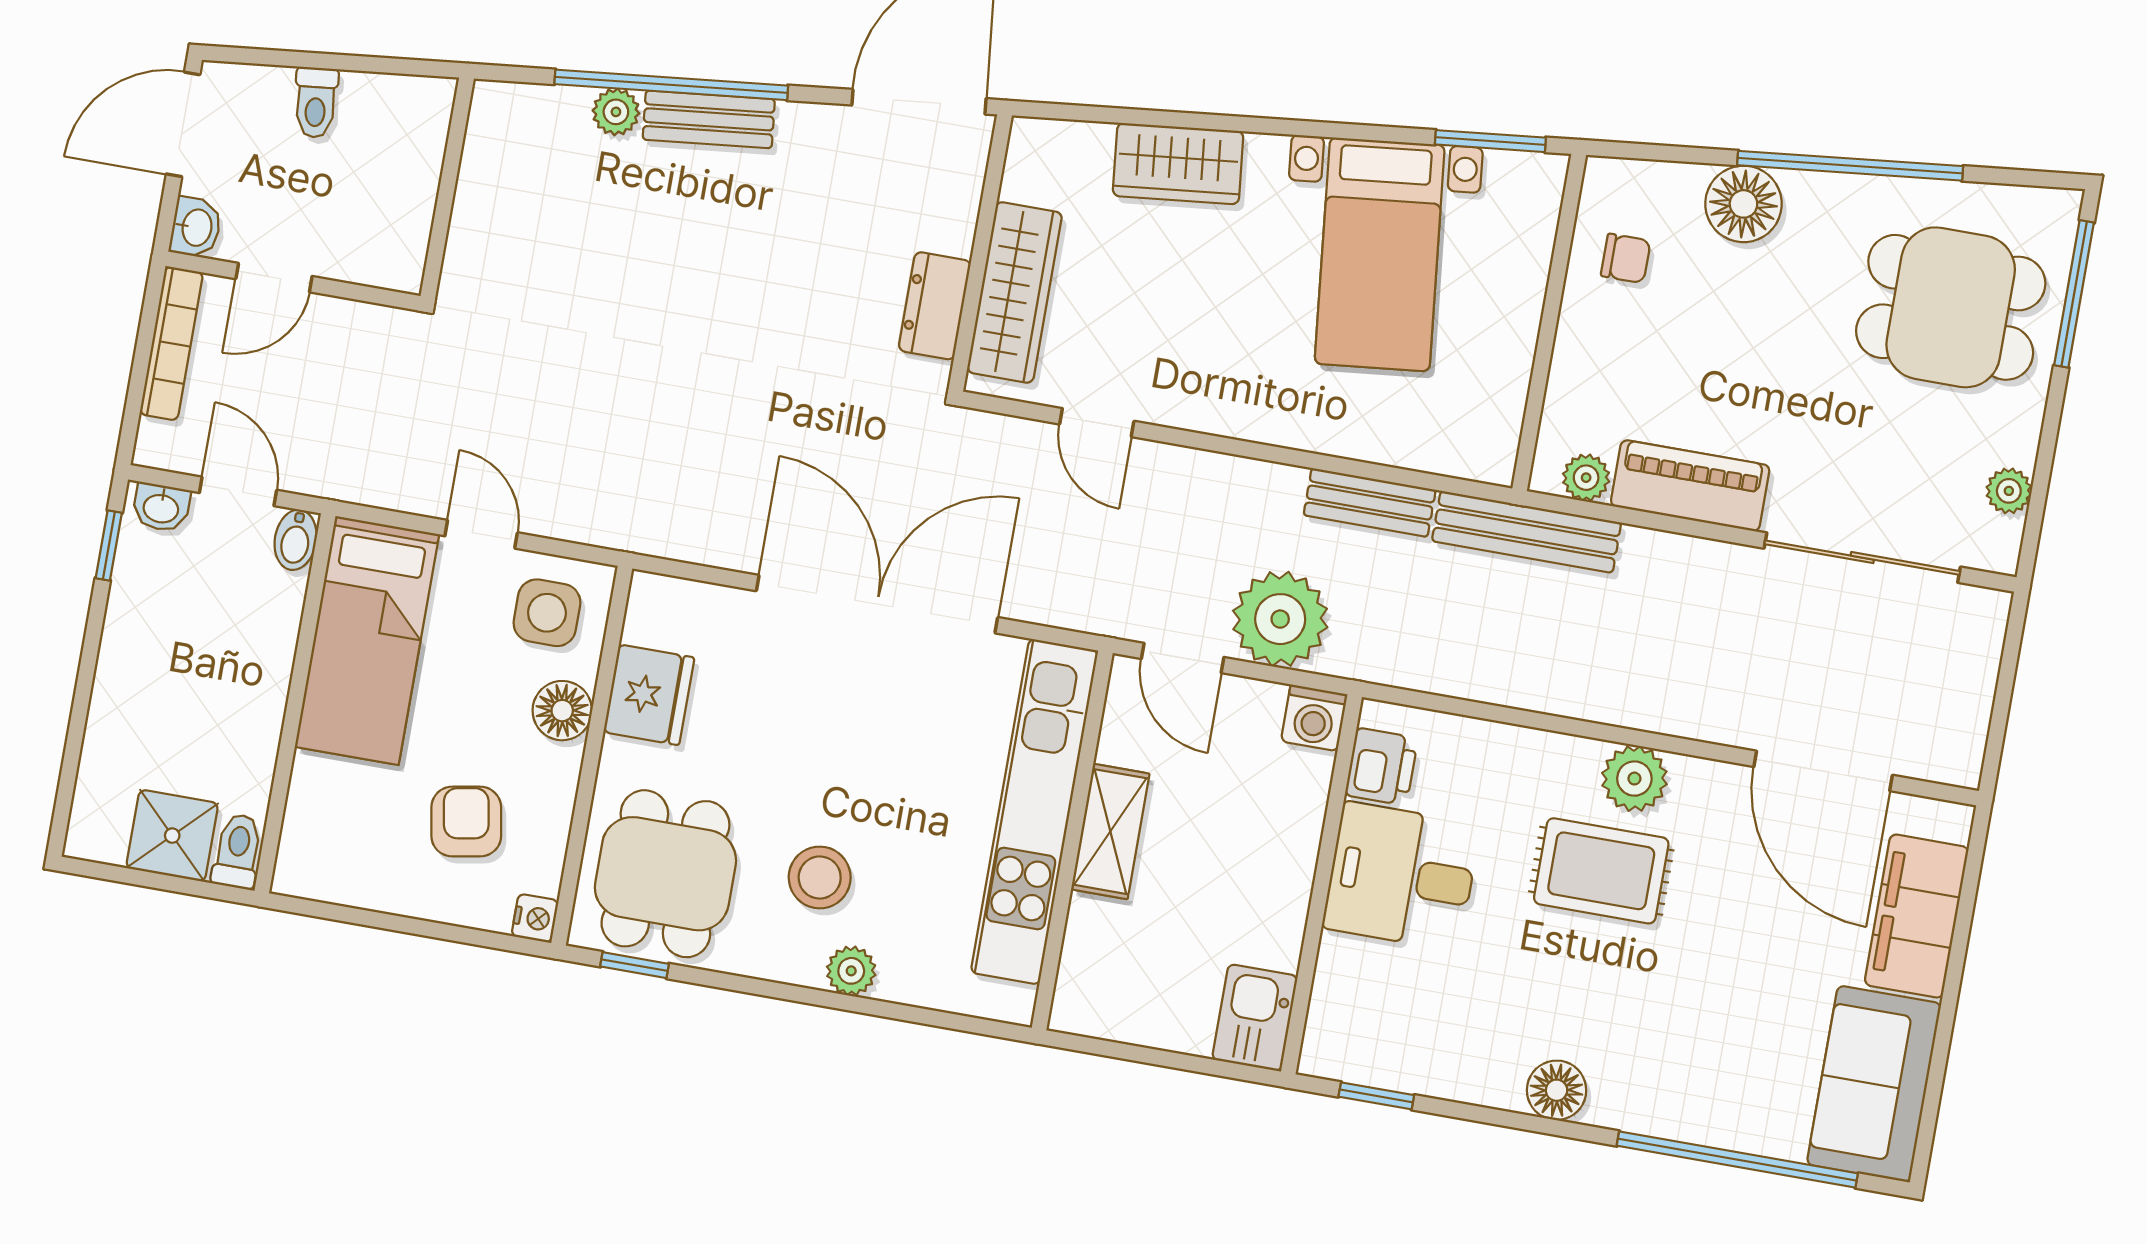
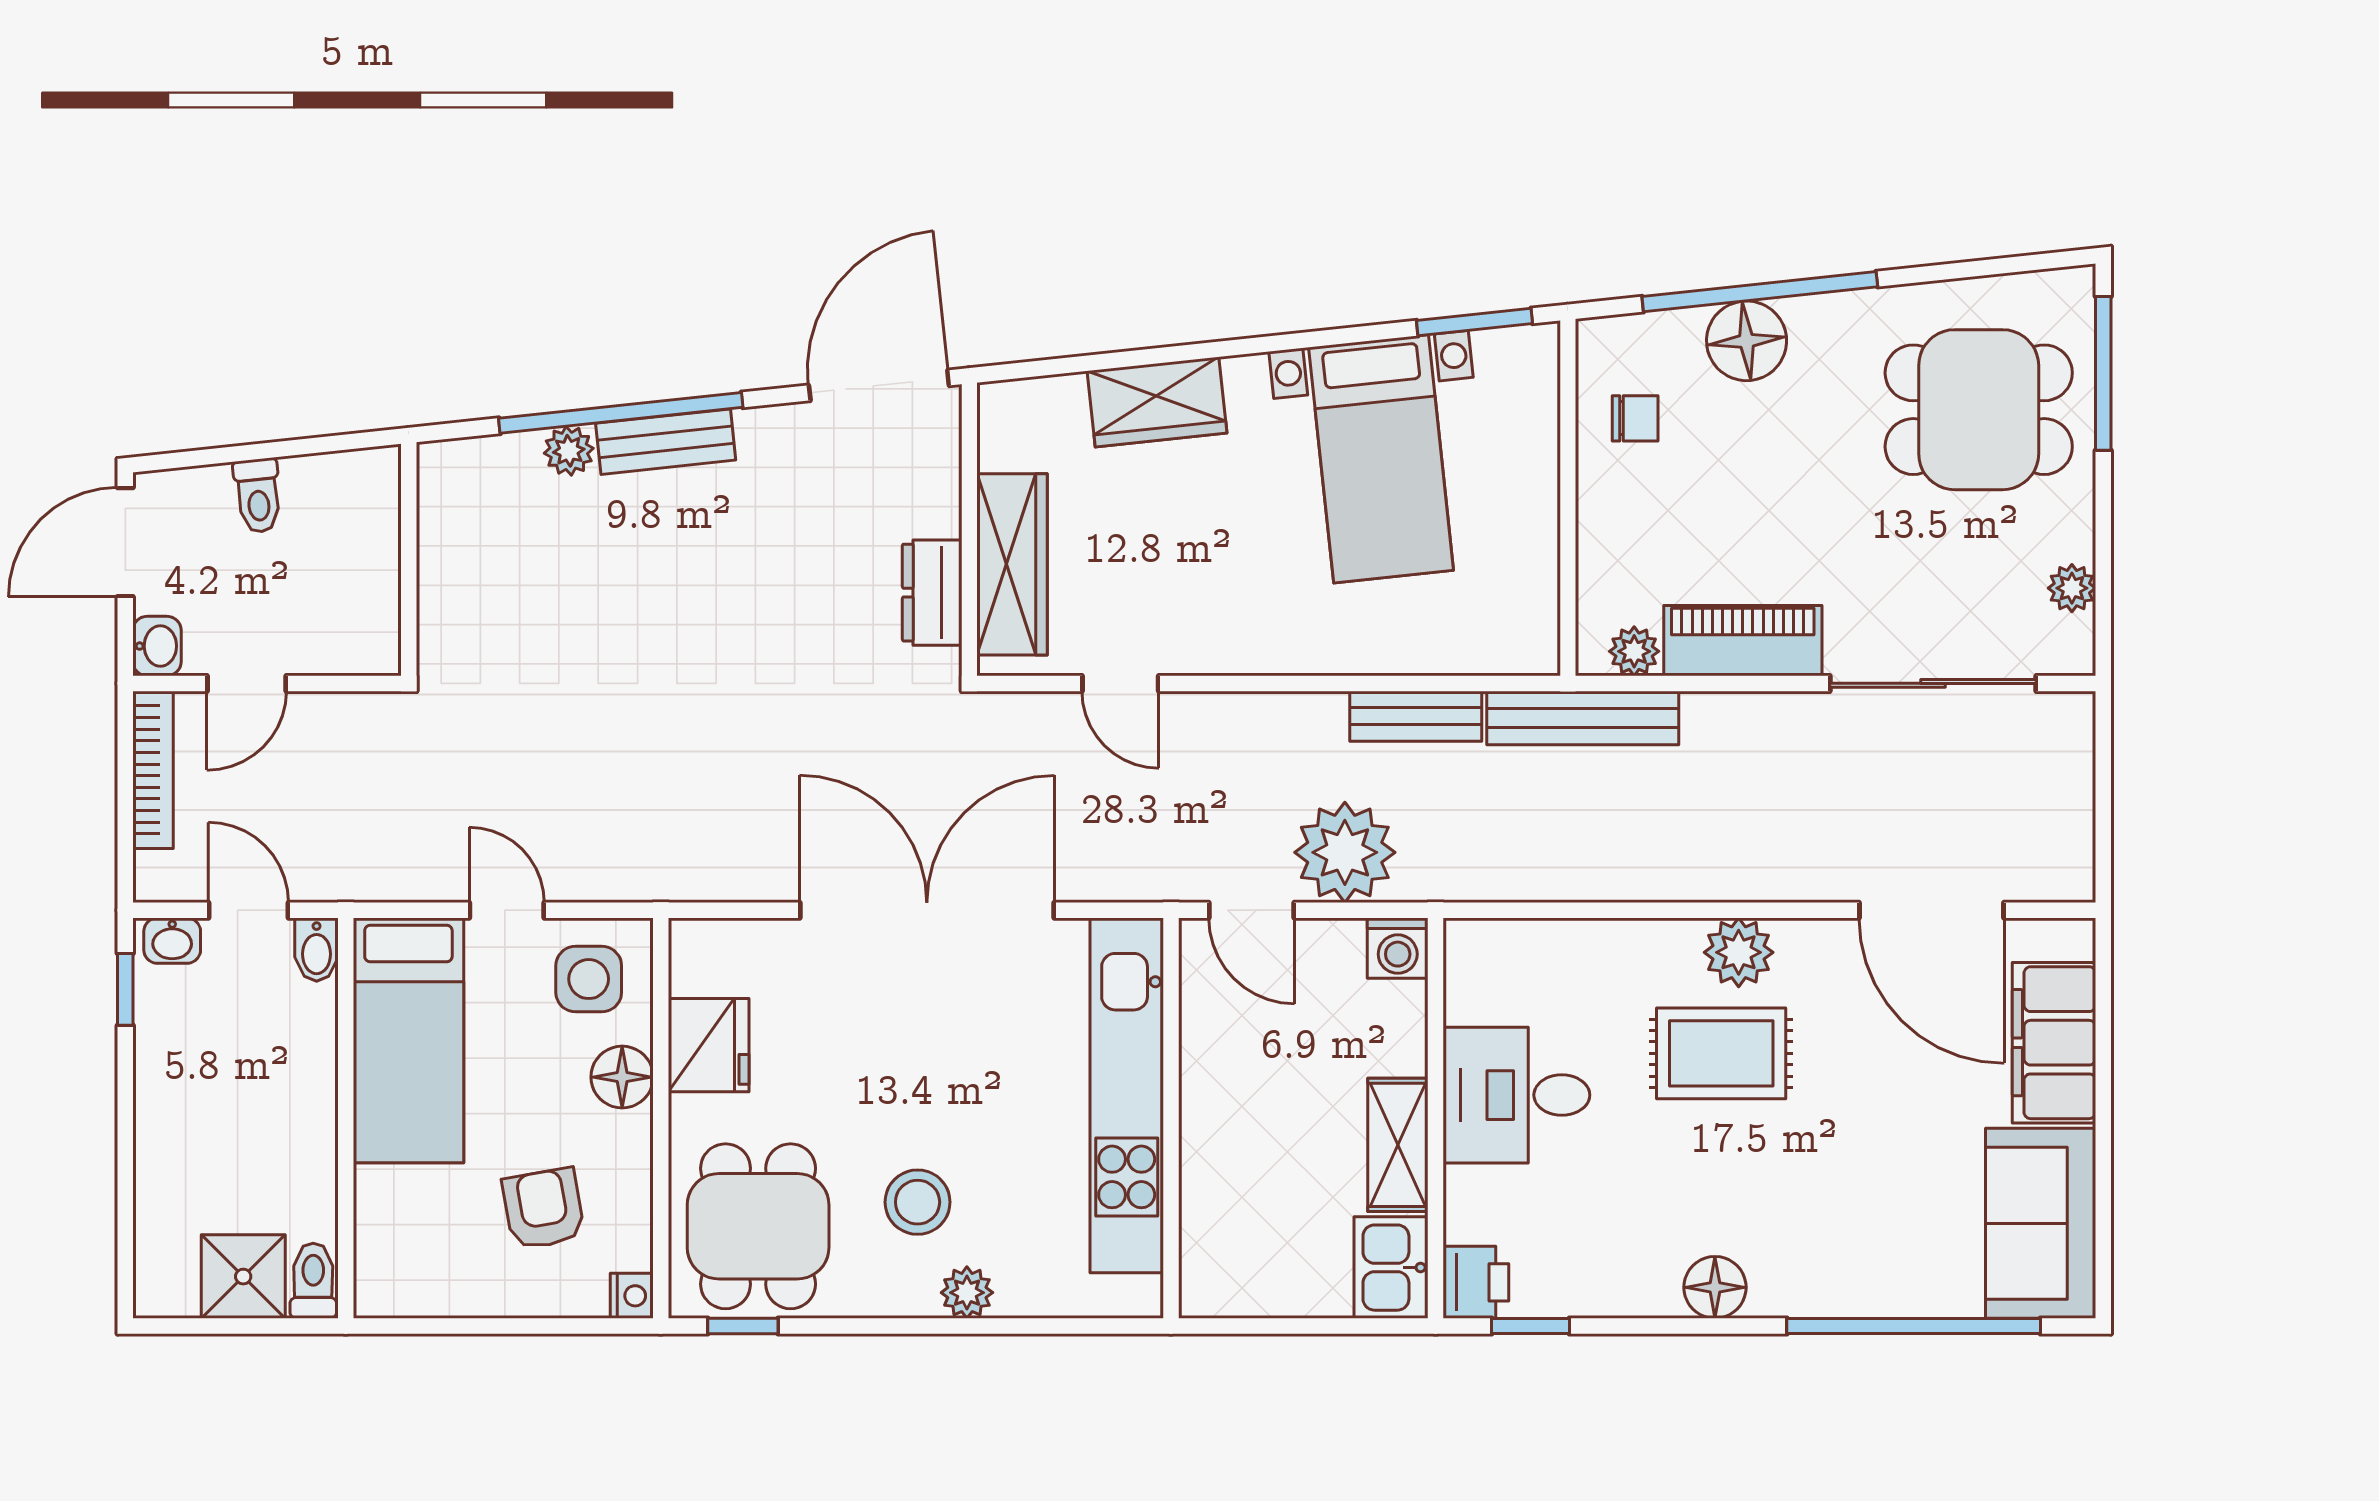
window: (1850, 166) -> (1760, 292), moved
printer: (1381, 767) -> (1476, 1282), moved
shelving: (1110, 832) -> (1398, 1145), moved

